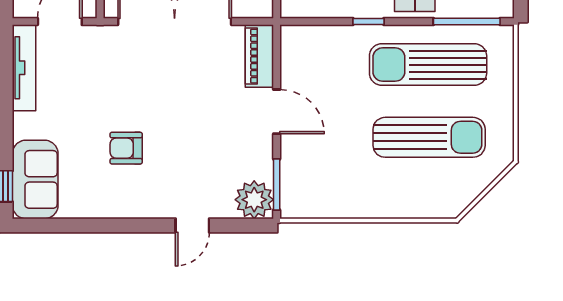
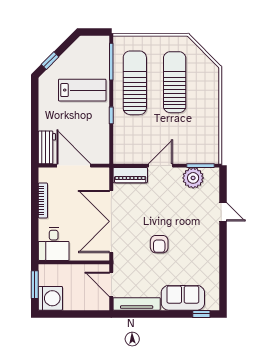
sun lounger: (428, 65) -> (135, 83), turned 180
armchair: (126, 148) -> (159, 244), moved
sofa: (35, 179) -> (183, 298), moved
plant: (254, 200) -> (193, 178), moved

